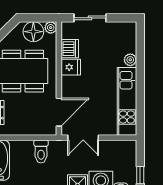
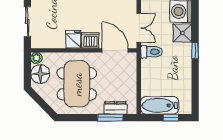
dishwasher: (70, 49) -> (90, 40), moved
toilet: (41, 151) -> (152, 52), moved

